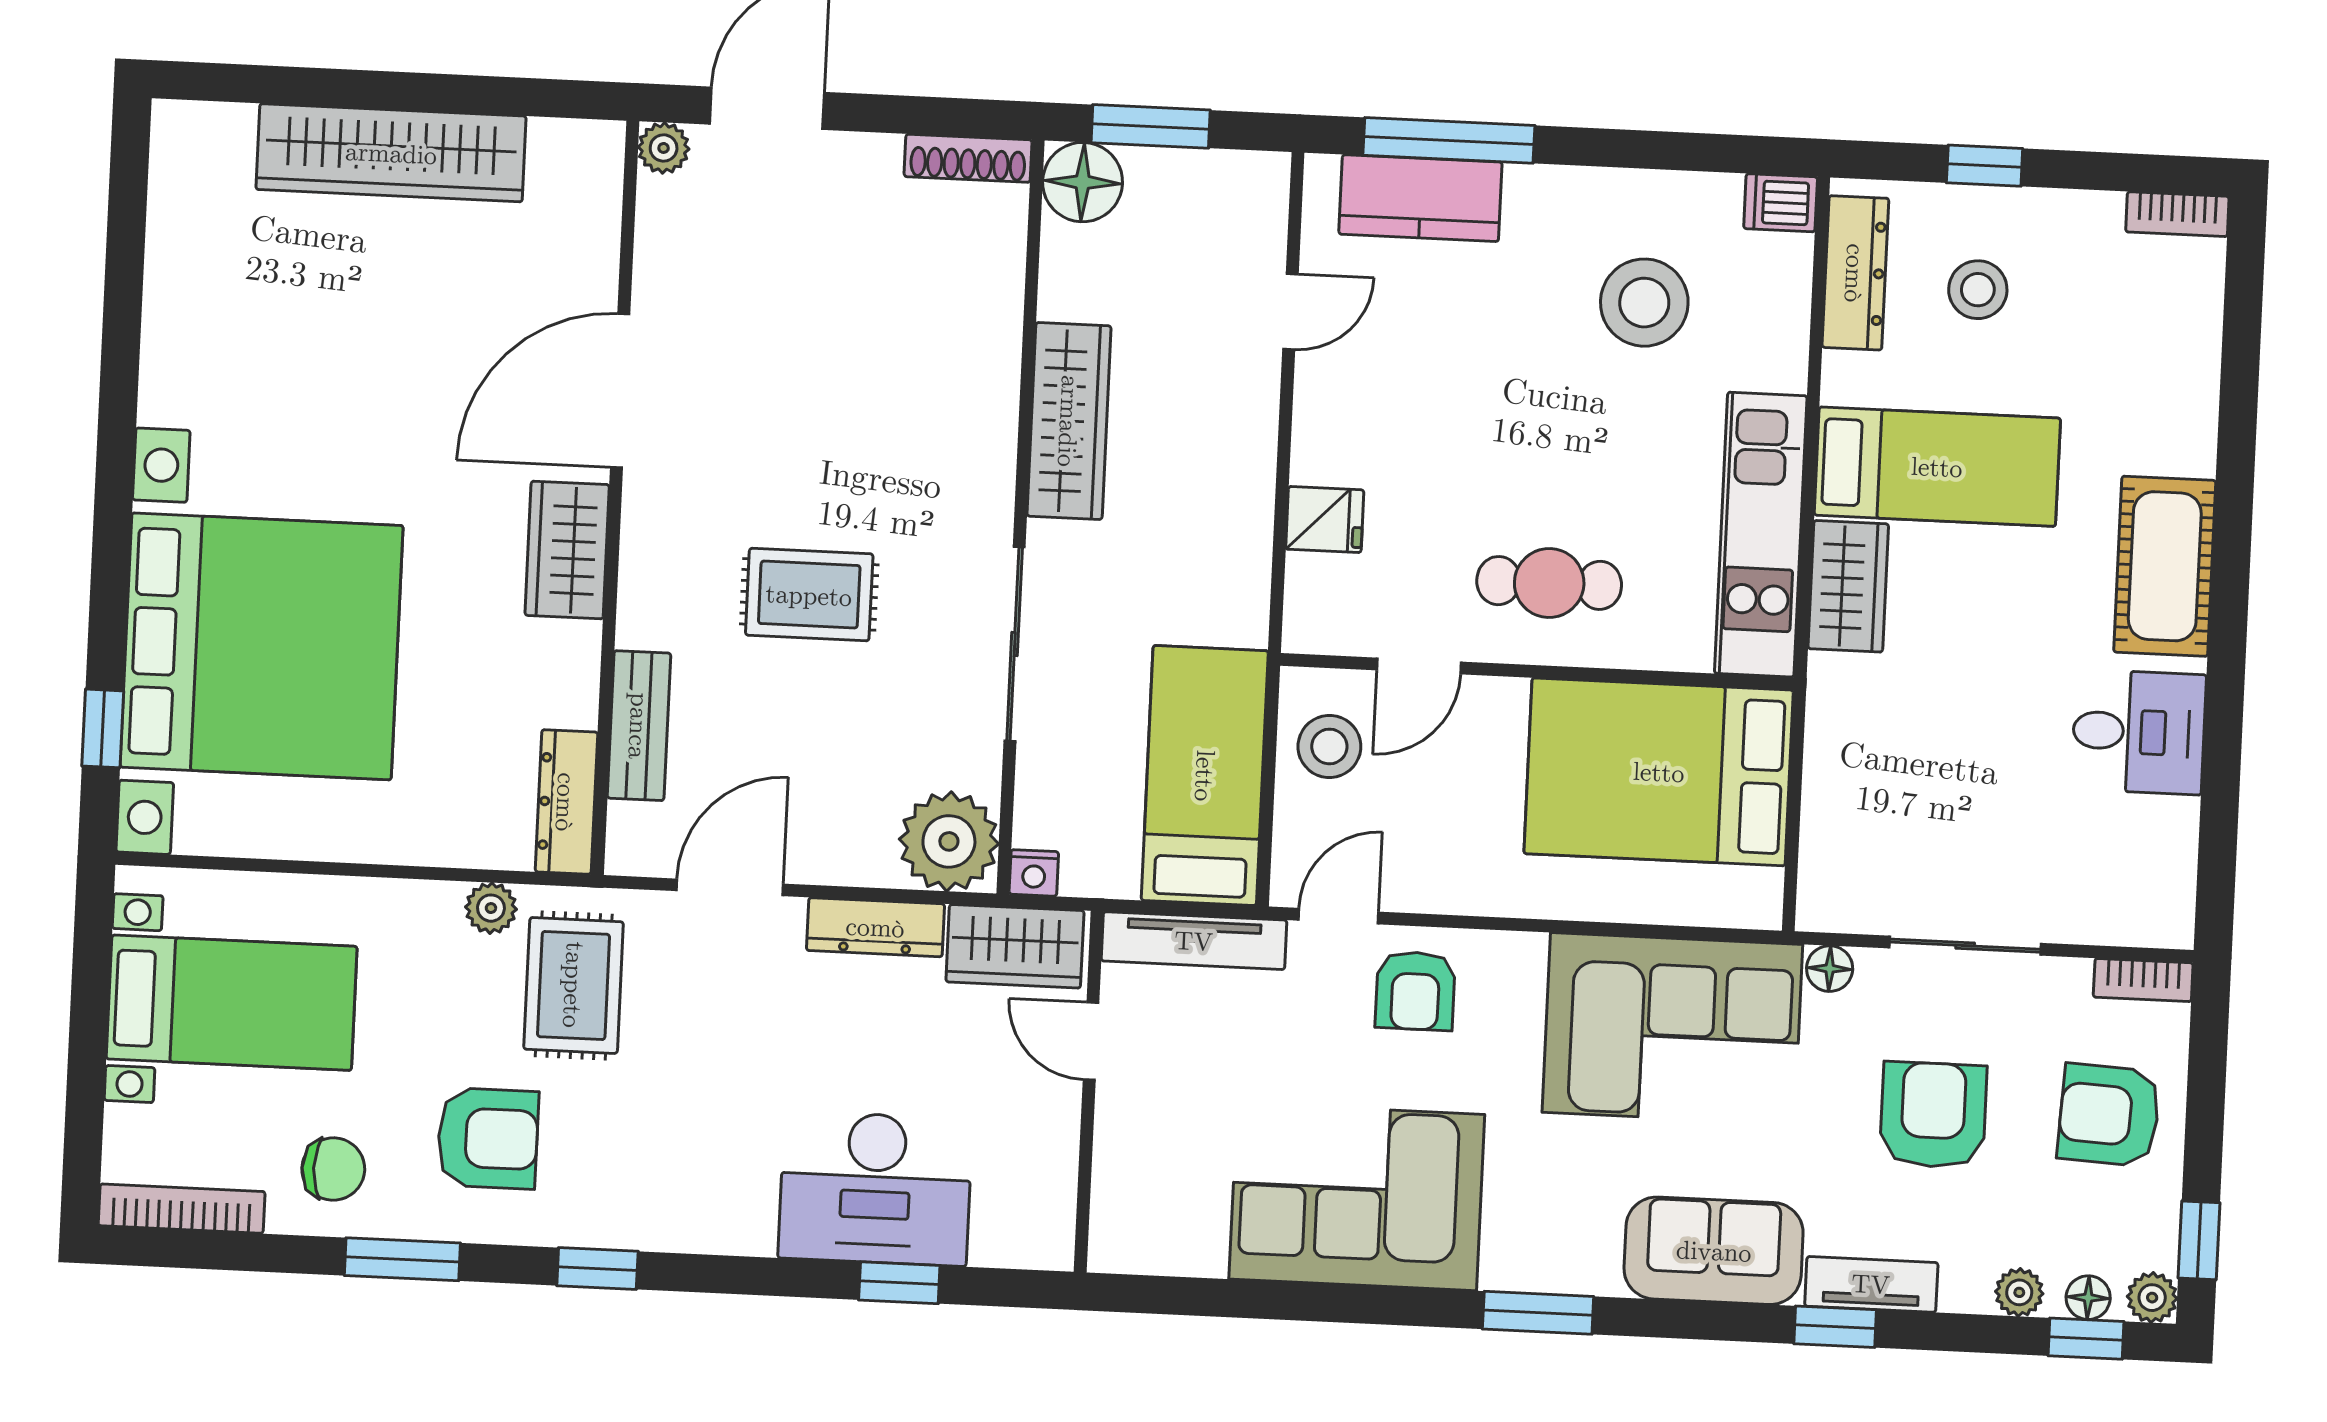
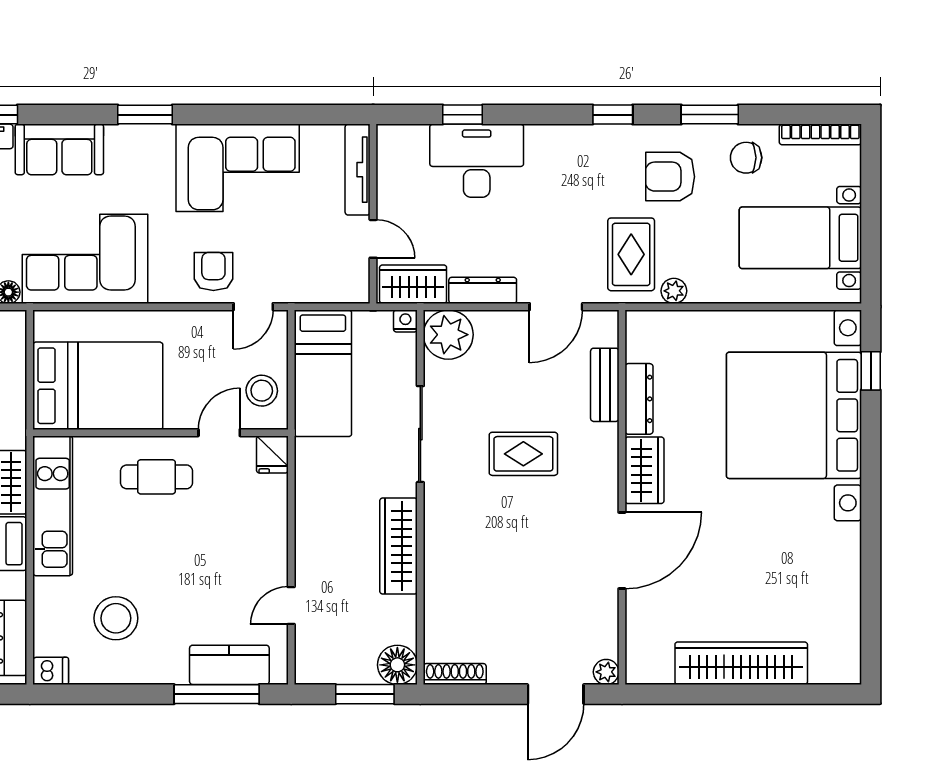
fridge: (1325, 520) -> (272, 455), moved, turned -90
dresser: (566, 802) -> (639, 399), moved
tv unit: (1194, 941) -> (358, 170), moved, turned -90

